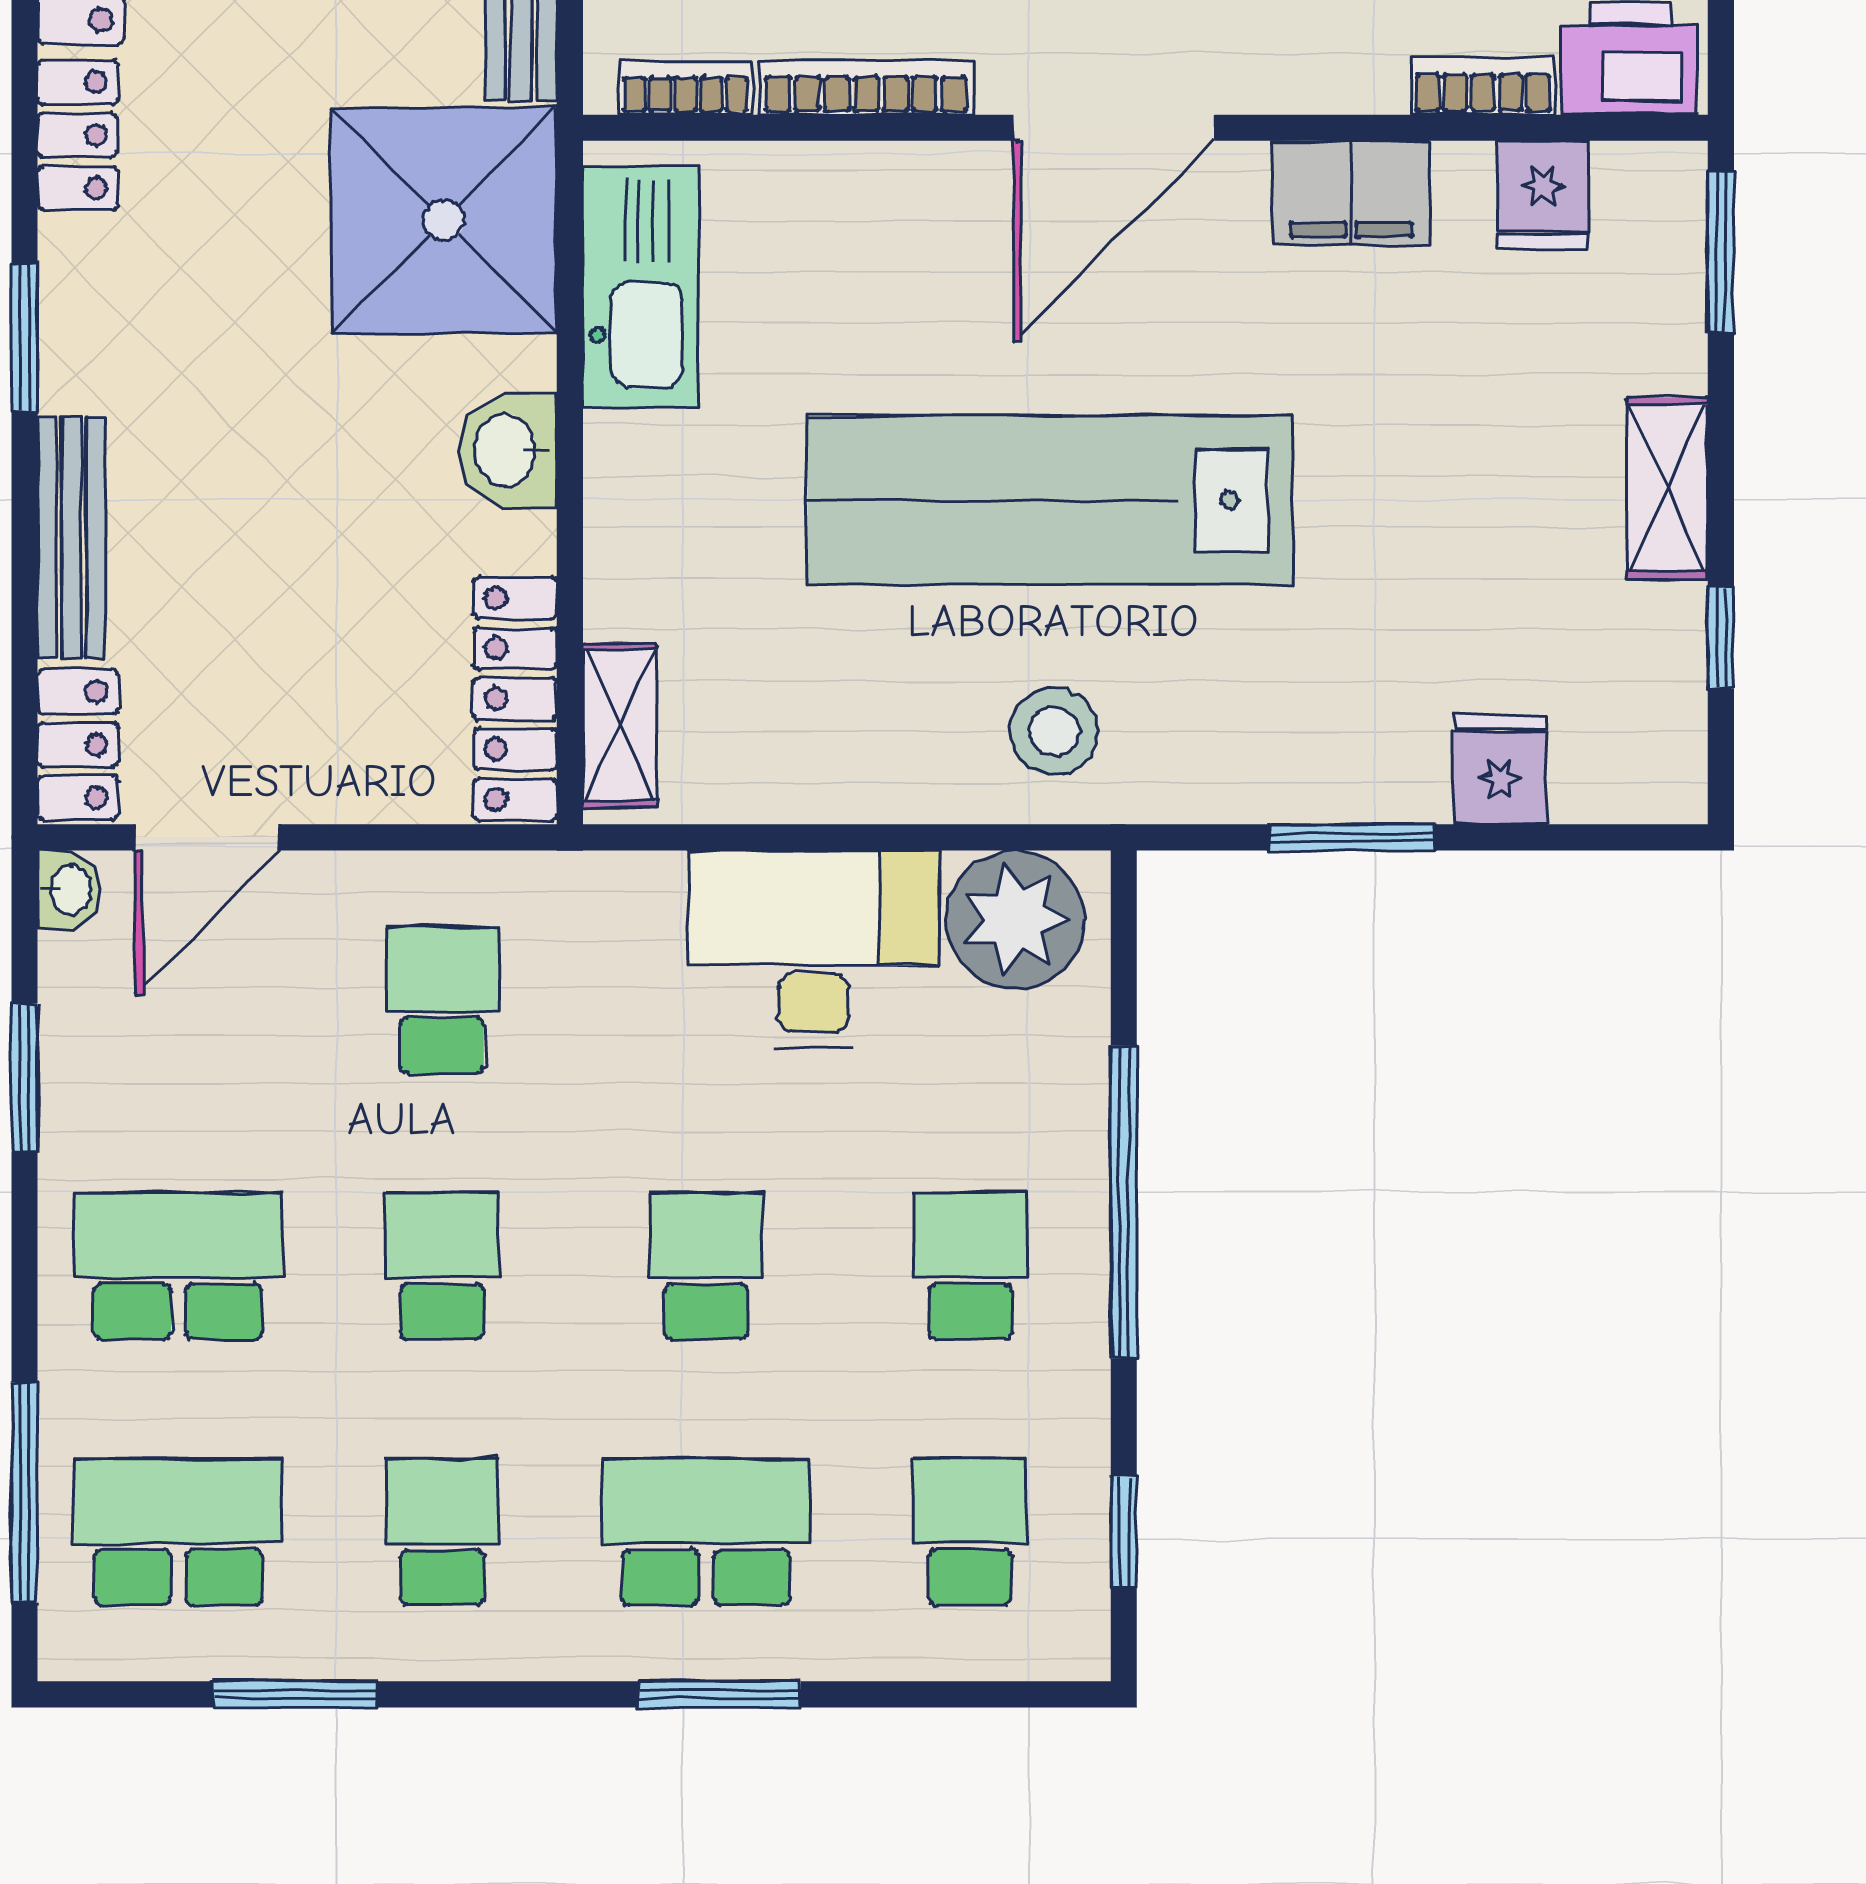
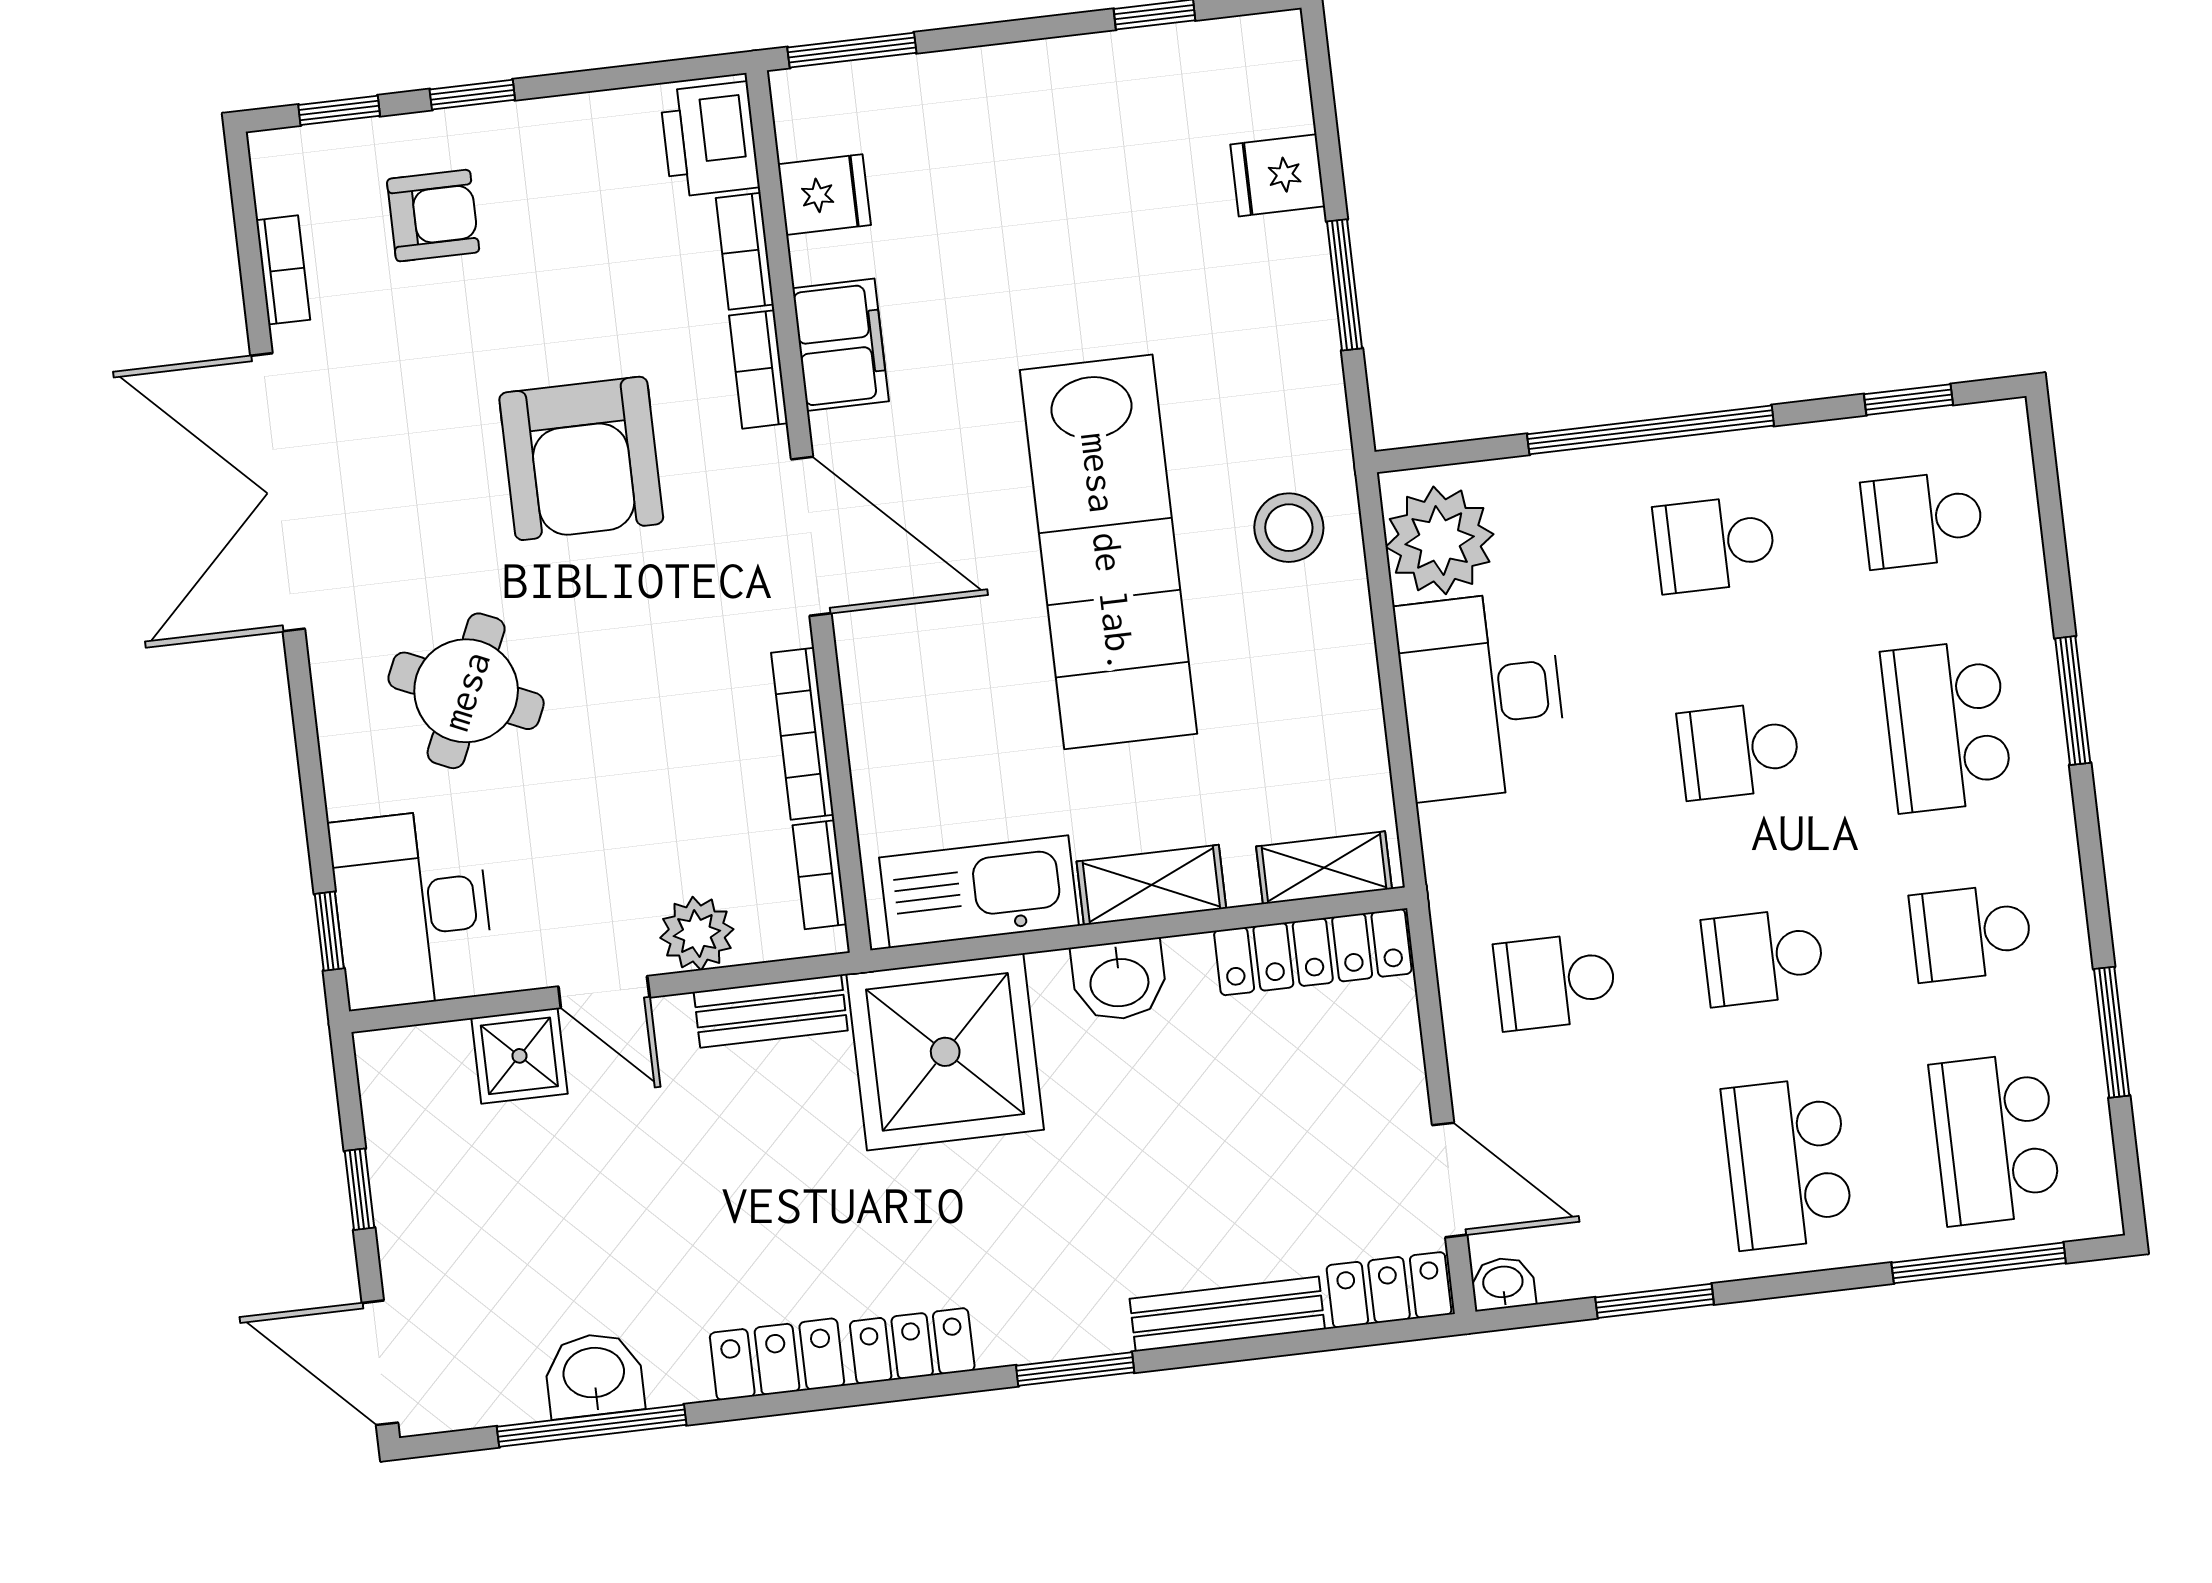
bookcase: (1332, 86) -> (758, 369), added
shelving: (1667, 488) -> (1151, 885), moved

